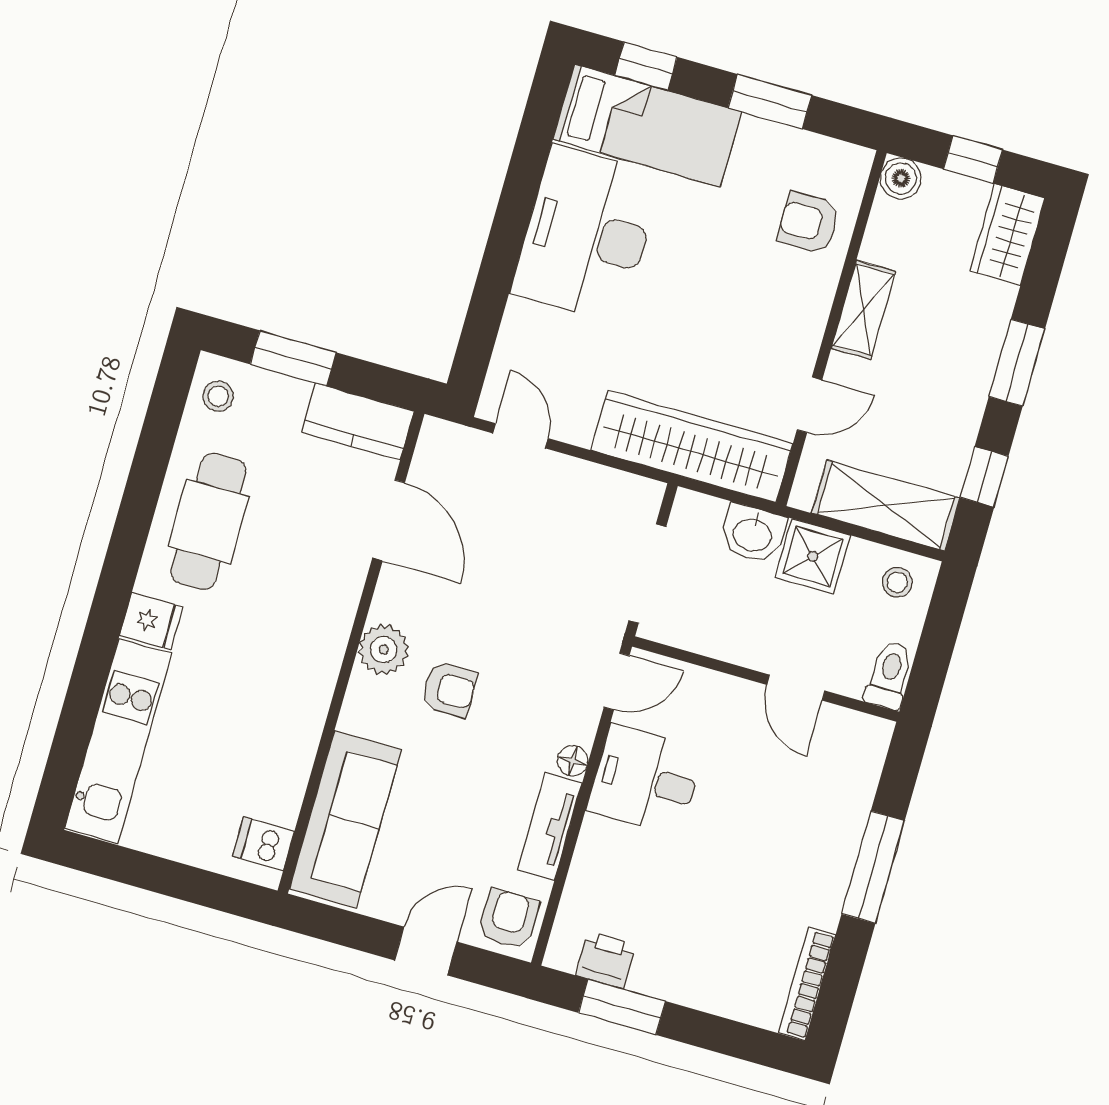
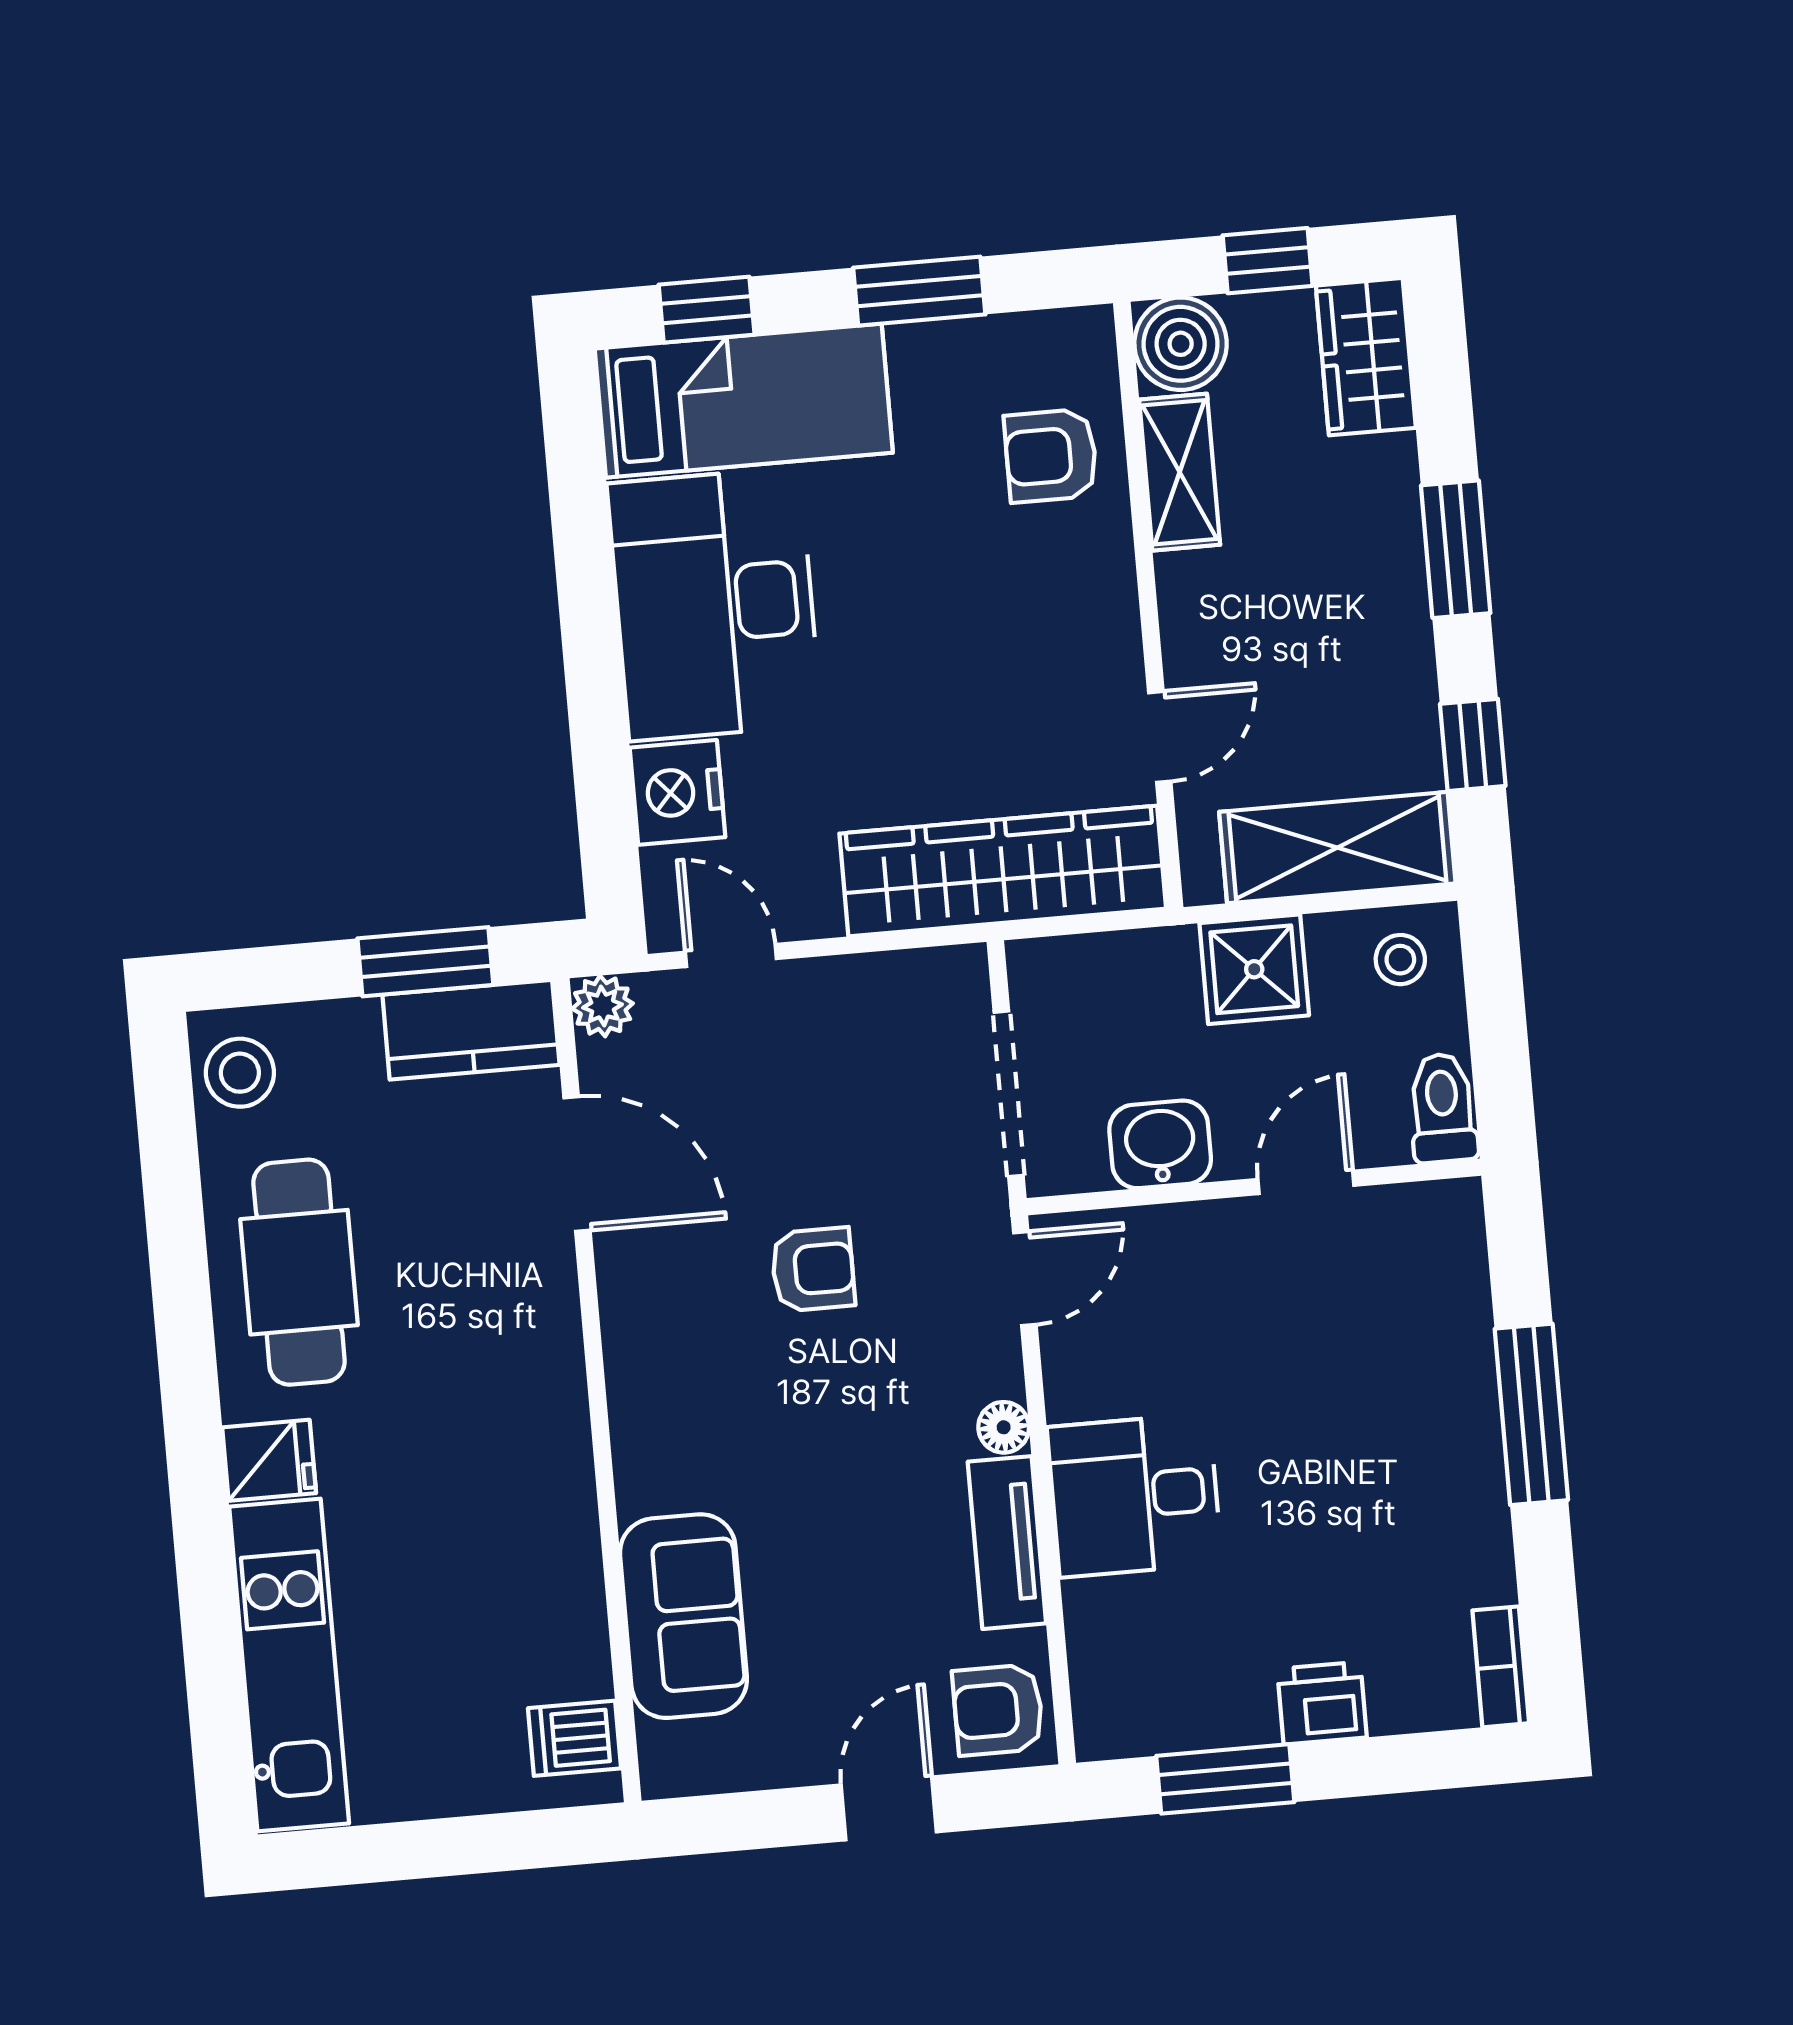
boiler: (901, 178) -> (1181, 344), width x1.36, depth x1.36
shelving: (863, 310) -> (1180, 472), moved
nightstand: (525, 332) -> (677, 792), added
window: (293, 358) -> (425, 962), moved
stool: (218, 396) -> (240, 1073), width x1.37, depth x1.37
washbasin: (753, 534) -> (1160, 1144), moved, turned 180
plant: (384, 650) -> (603, 1006), moved, width x0.73, depth x0.73
door: (796, 688) -> (1306, 1182), swing flipped
armchair: (449, 689) -> (813, 1269), moved
desk: (645, 780) -> (1134, 1495), moved
sofa: (345, 819) -> (683, 1616), width x0.73
armchair: (509, 919) -> (998, 1710), turned -90
printer: (606, 960) -> (1322, 1703), moved
bookcase: (807, 984) -> (1501, 1667), width x0.64

